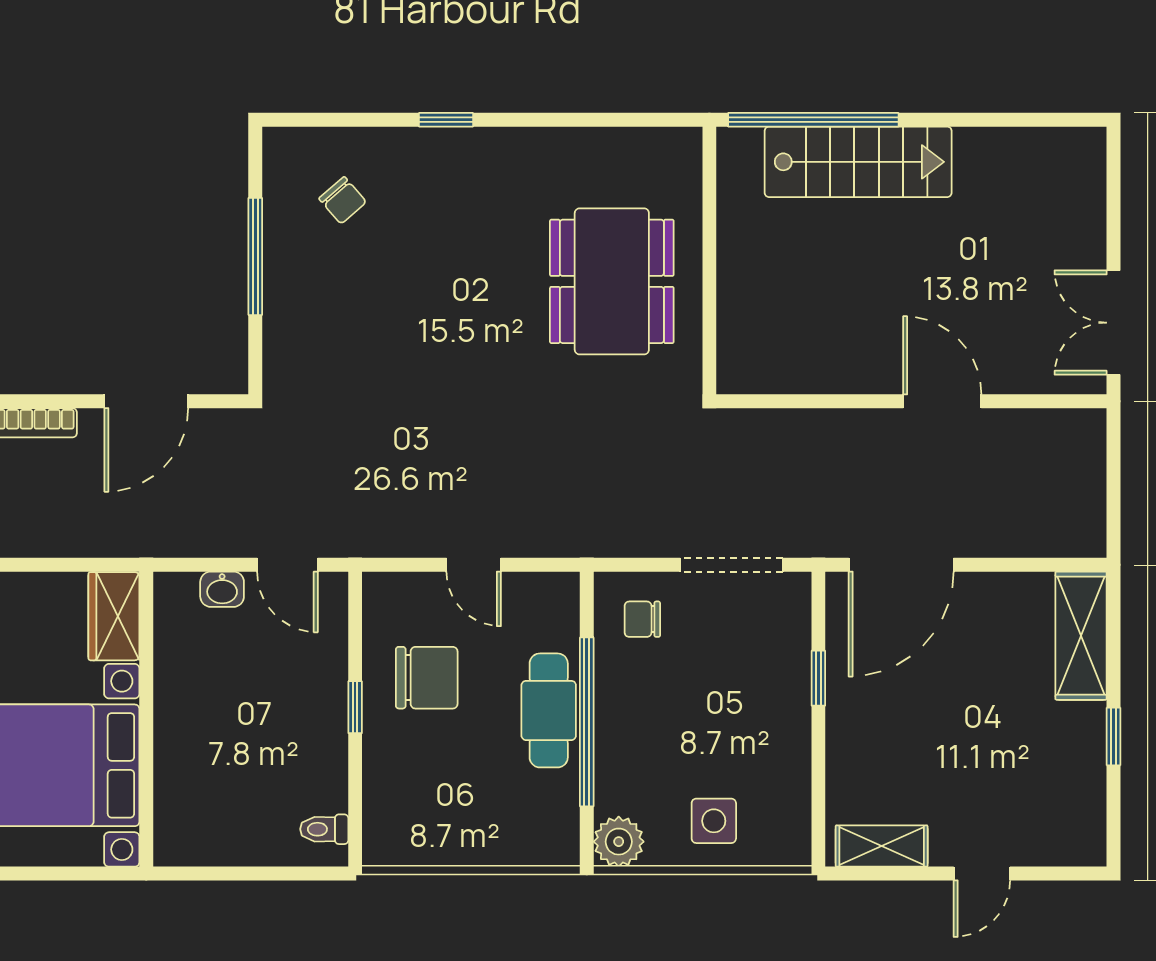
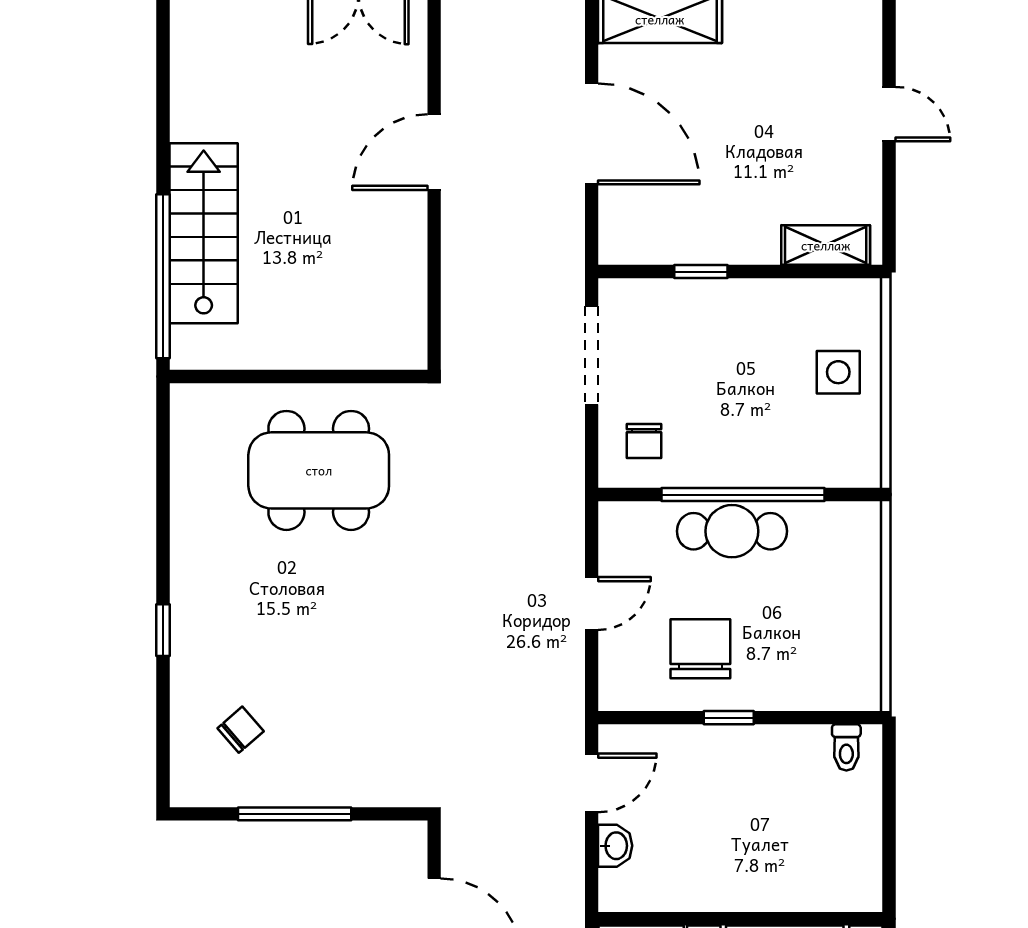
door: (901, 565) -> (592, 134), moved
plant: (619, 842) -> (858, 464), removed
shelving: (882, 846) -> (826, 245), moved, turned 90

